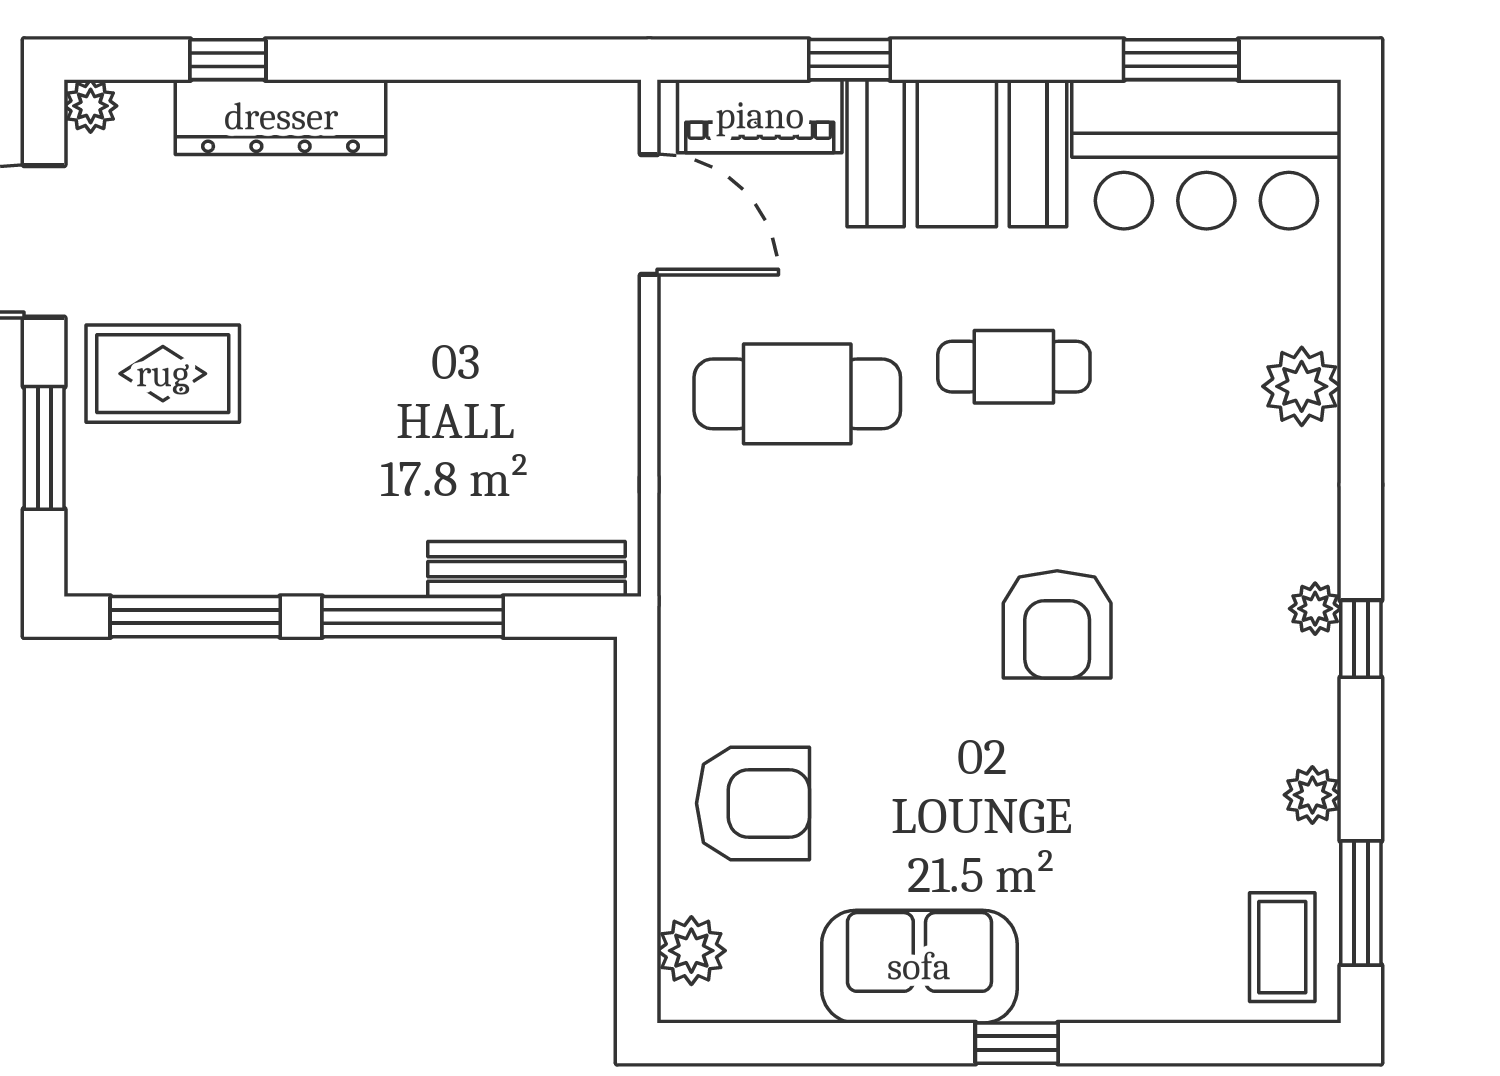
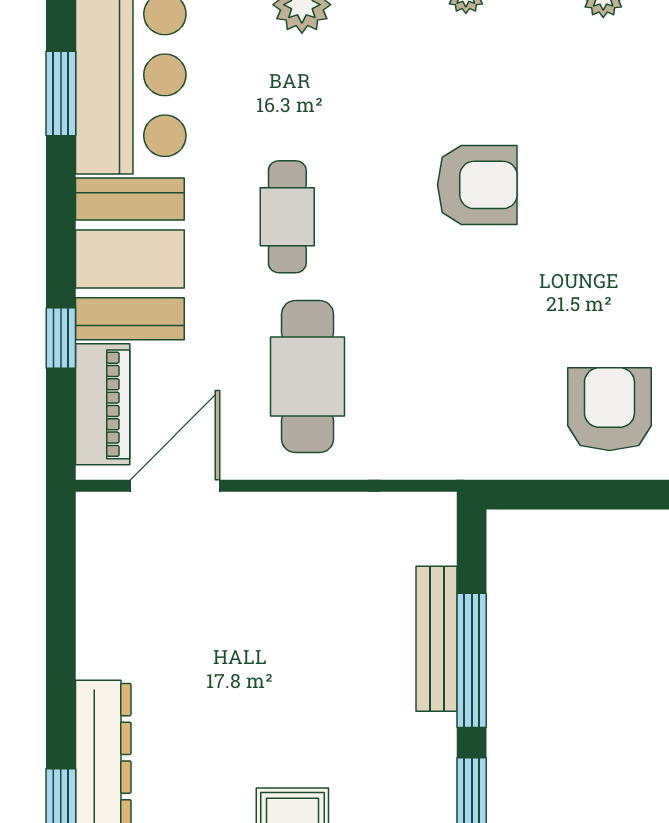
bench: (526, 569) -> (437, 639), moved

